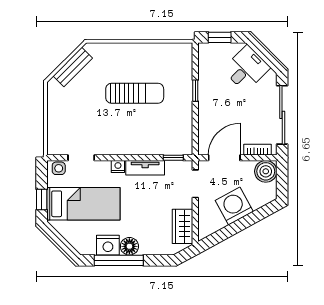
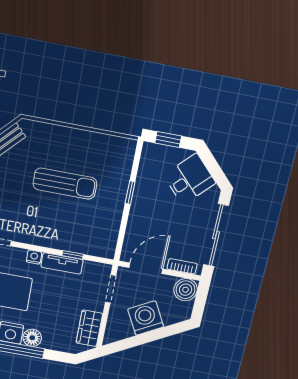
window: (173, 158) -> (73, 255), moved

